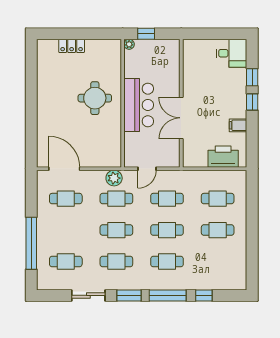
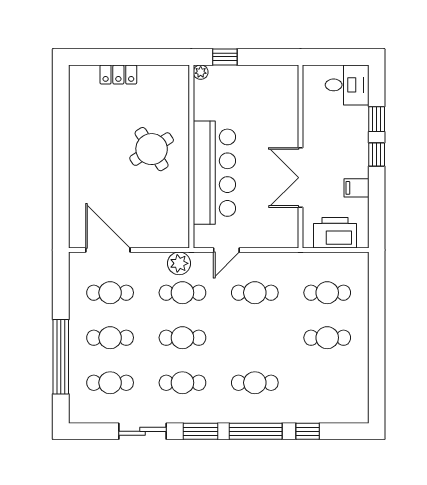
round table: (95, 98) -> (152, 149), turned -33
wall: (181, 103) -> (301, 156), moved
bar counter: (139, 105) -> (214, 173), width x1.36
double door: (181, 118) -> (301, 178), moved
cafe table: (167, 230) -> (110, 338), moved

